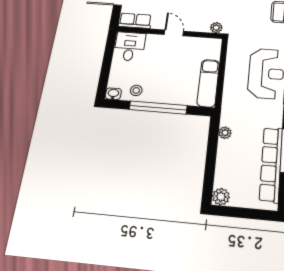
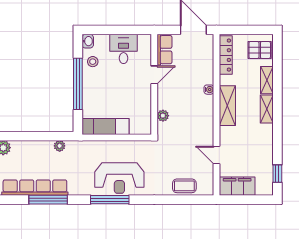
plant: (216, 28) -> (163, 116), moved
door: (174, 33) -> (154, 75), moved
desk: (130, 46) -> (124, 49), moved, turned -90

